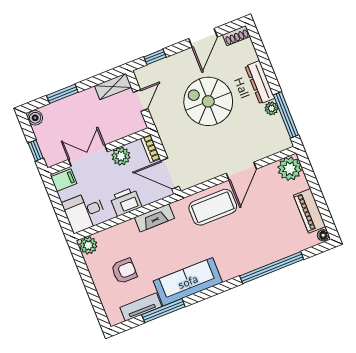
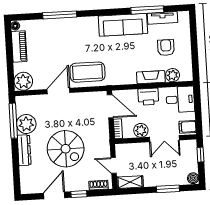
shoe rack: (236, 36) -> (99, 185), moved
window: (155, 57) -> (79, 194), moved
door: (141, 101) -> (114, 165), hinge flipped
plant: (271, 108) -> (26, 124), width x1.88, depth x1.88
fireplace: (154, 218) -> (151, 77), moved
plant: (88, 245) -> (173, 75), moved
window: (272, 268) -> (60, 15), width x0.68
armchair: (124, 271) -> (166, 48), turned 90

